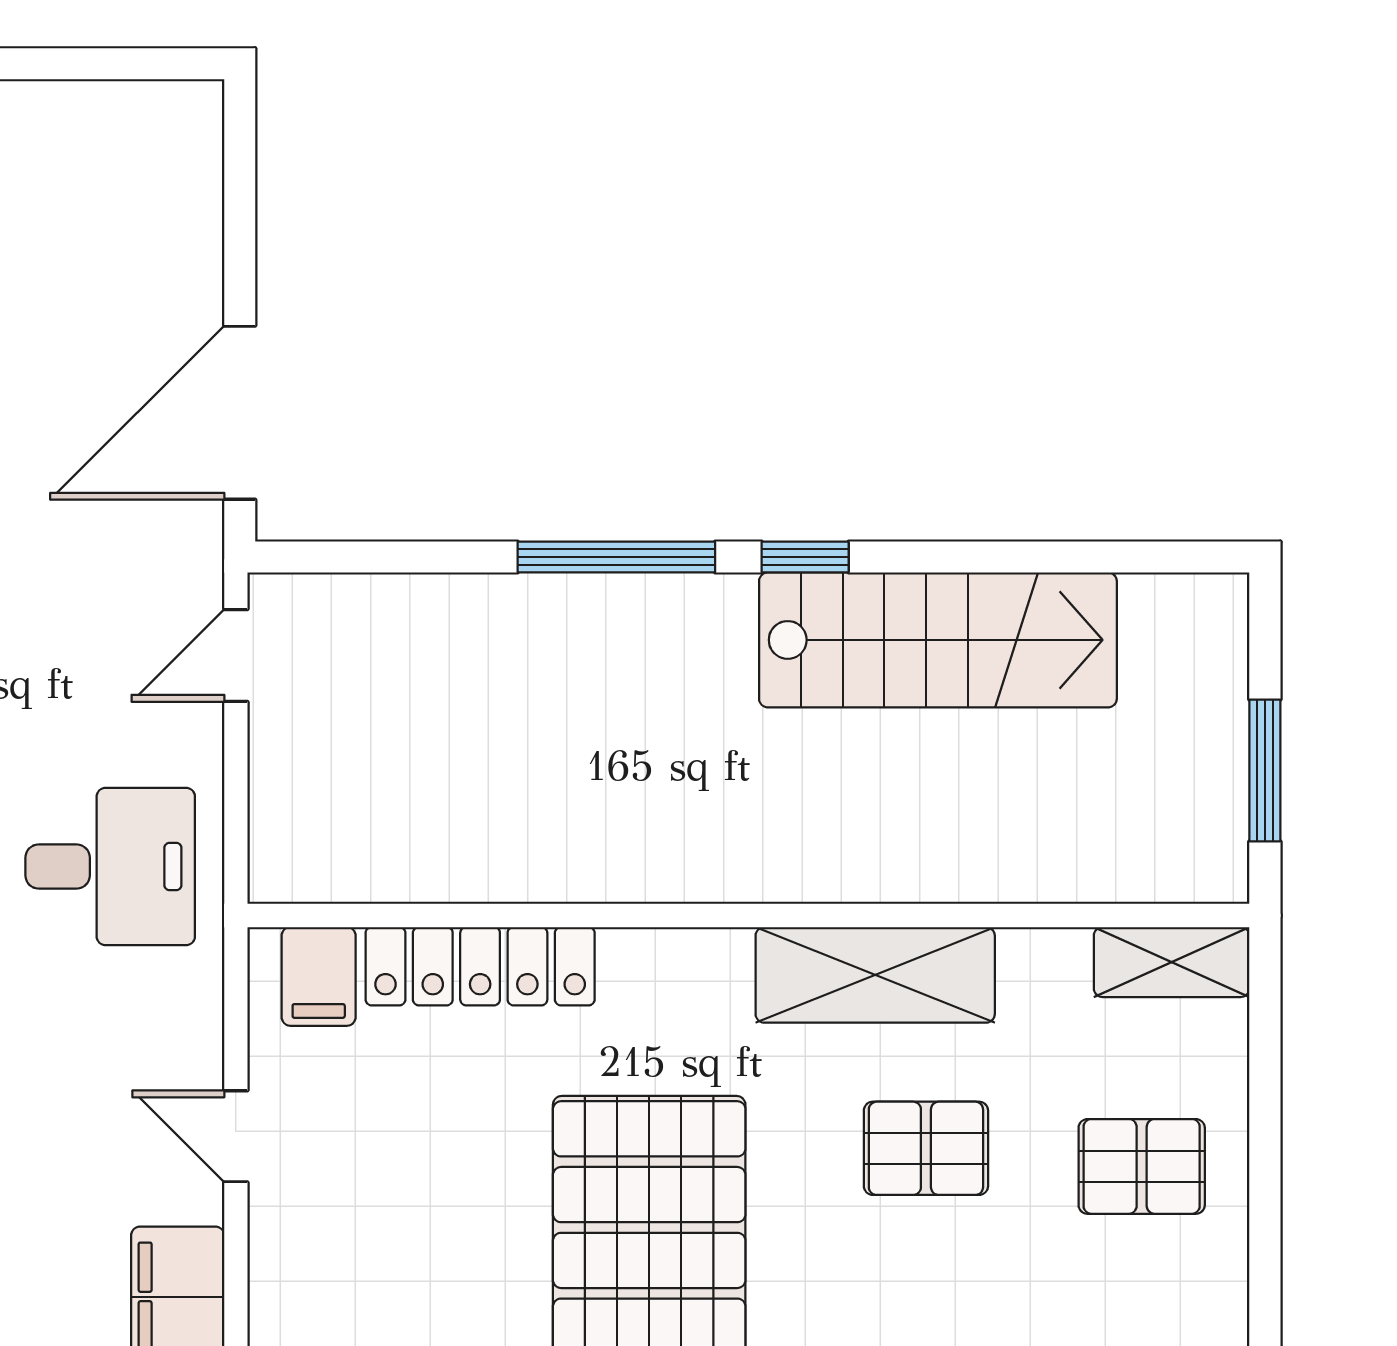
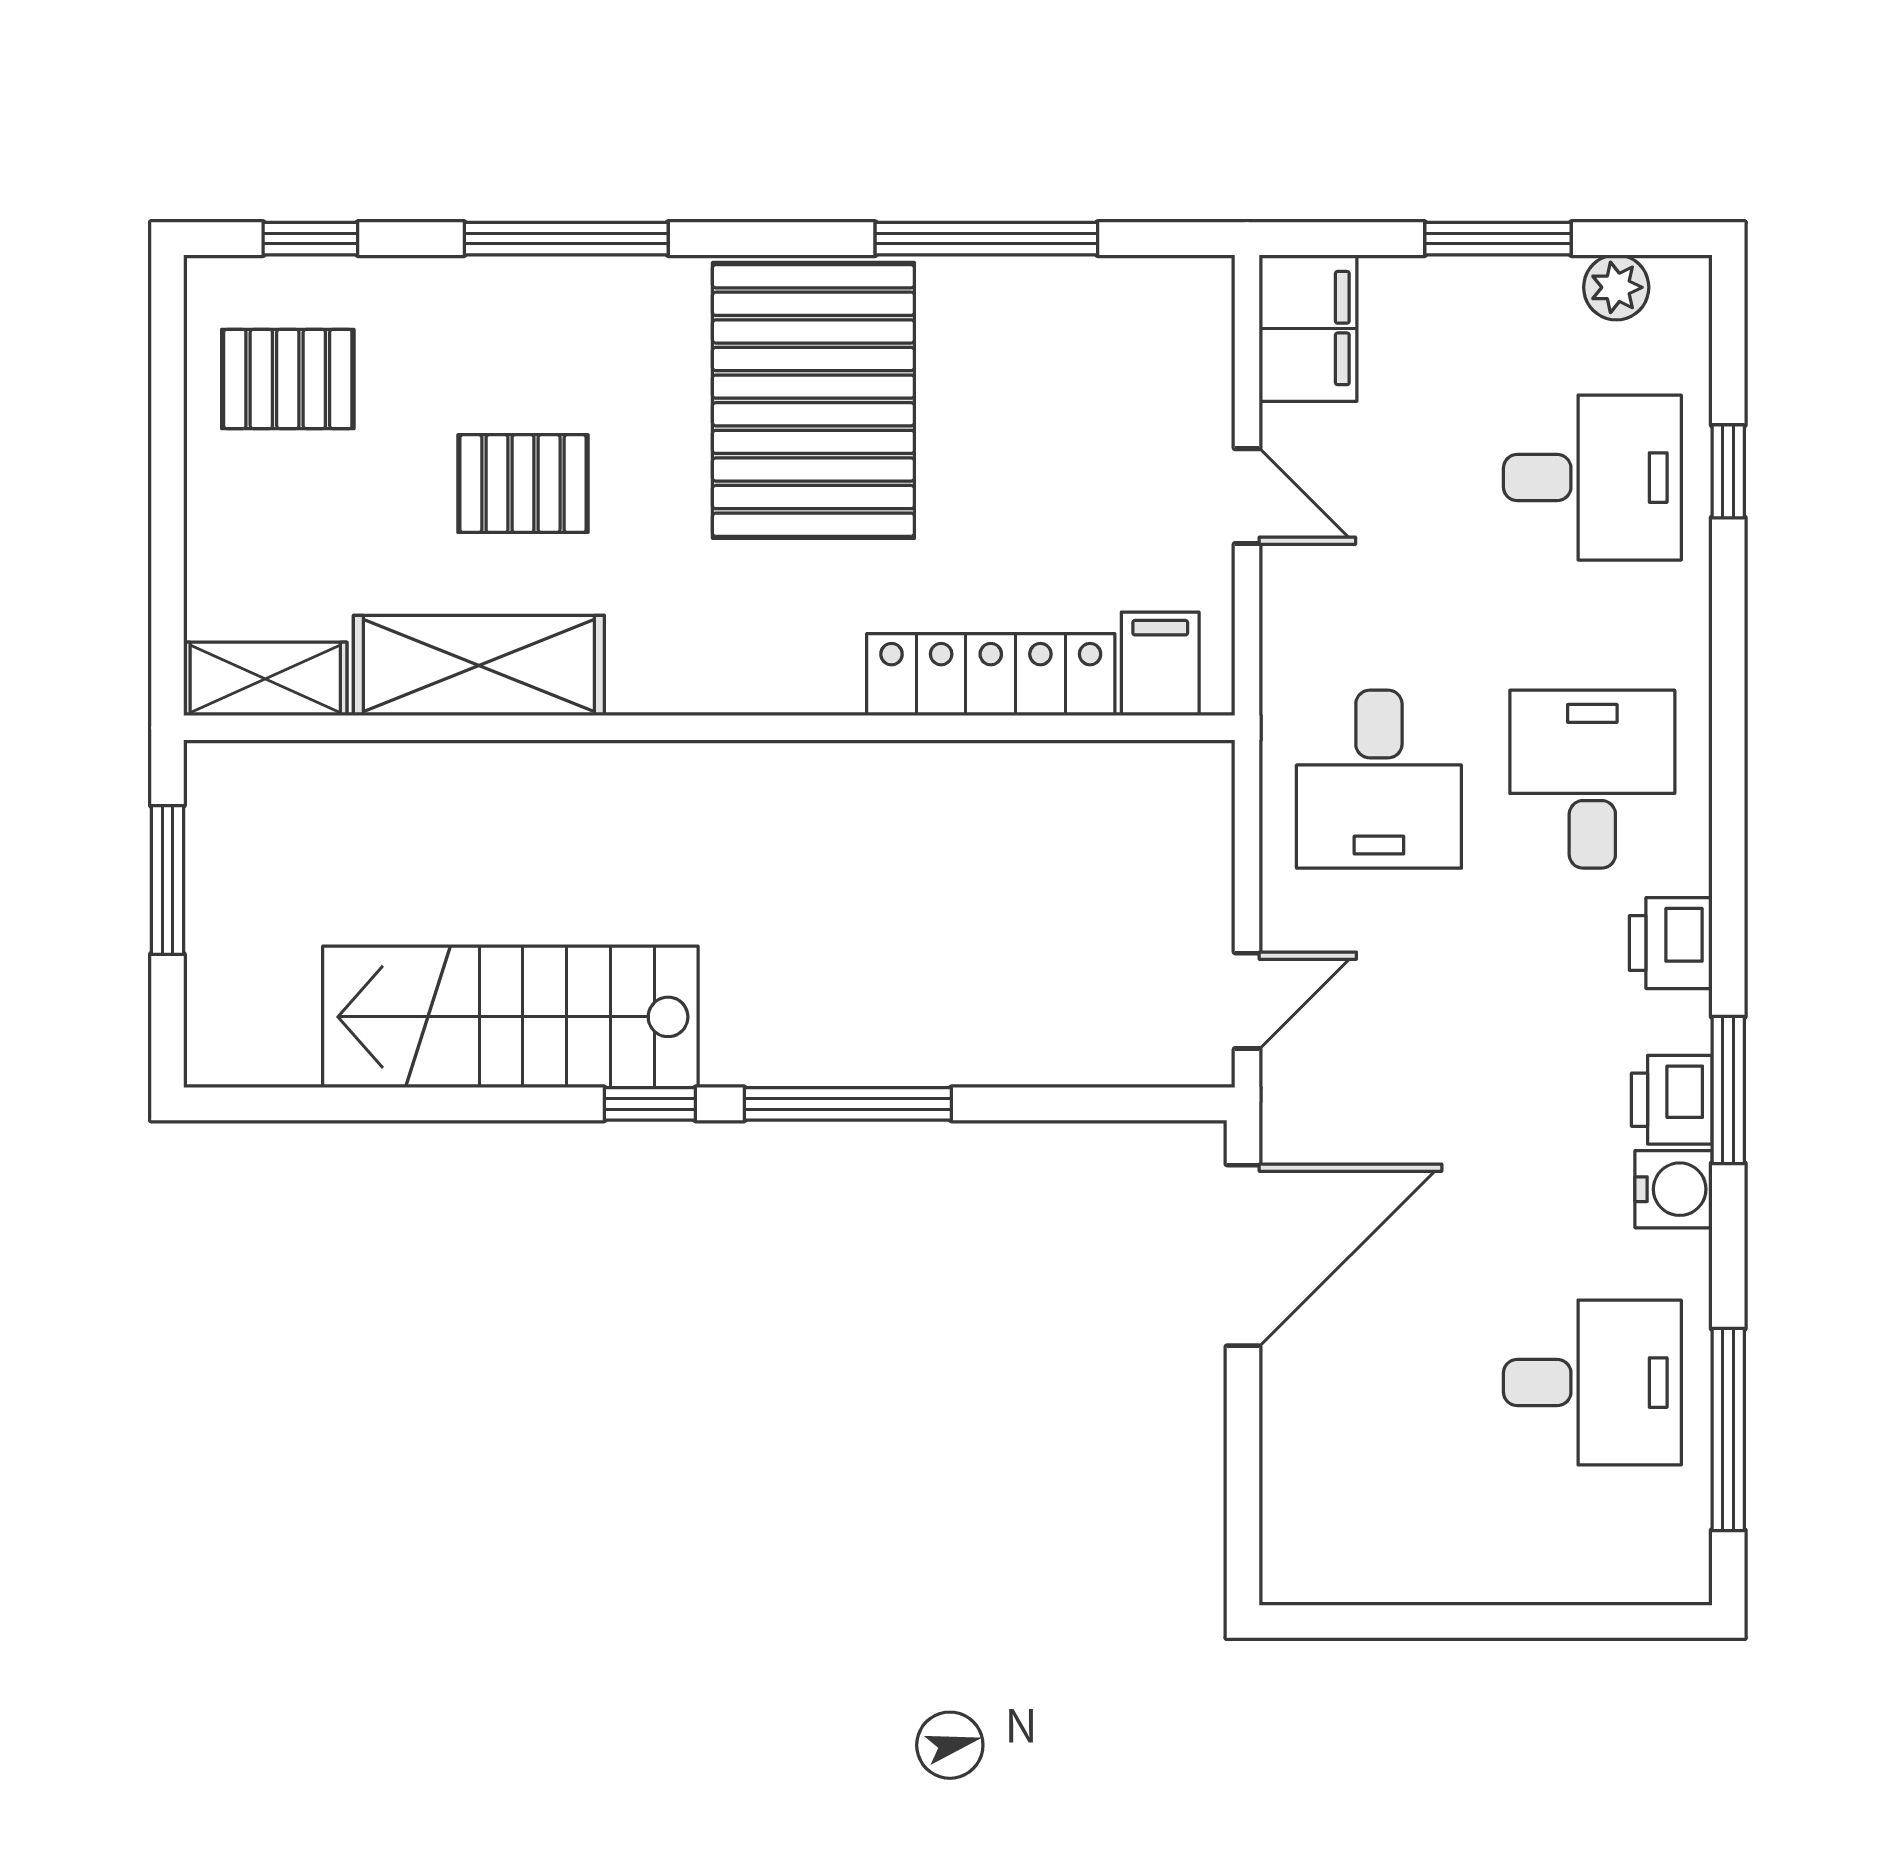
desk: (110, 867) -> (1379, 779), turned -90
shelving: (875, 975) -> (479, 666), moved
pallet: (1142, 1166) -> (288, 379), moved

